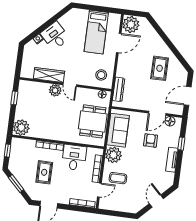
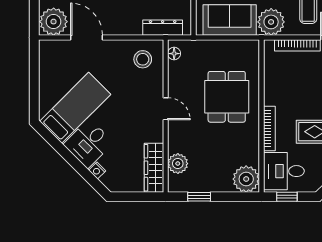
bed: (96, 32) -> (75, 108), moved, turned -45
wardrobe: (49, 75) -> (154, 168), moved
door: (70, 85) -> (166, 109), hinge flipped
plant: (55, 90) -> (178, 164), moved
dining table: (93, 121) -> (227, 97), moved, turned 90
desk: (74, 158) -> (284, 171), moved

